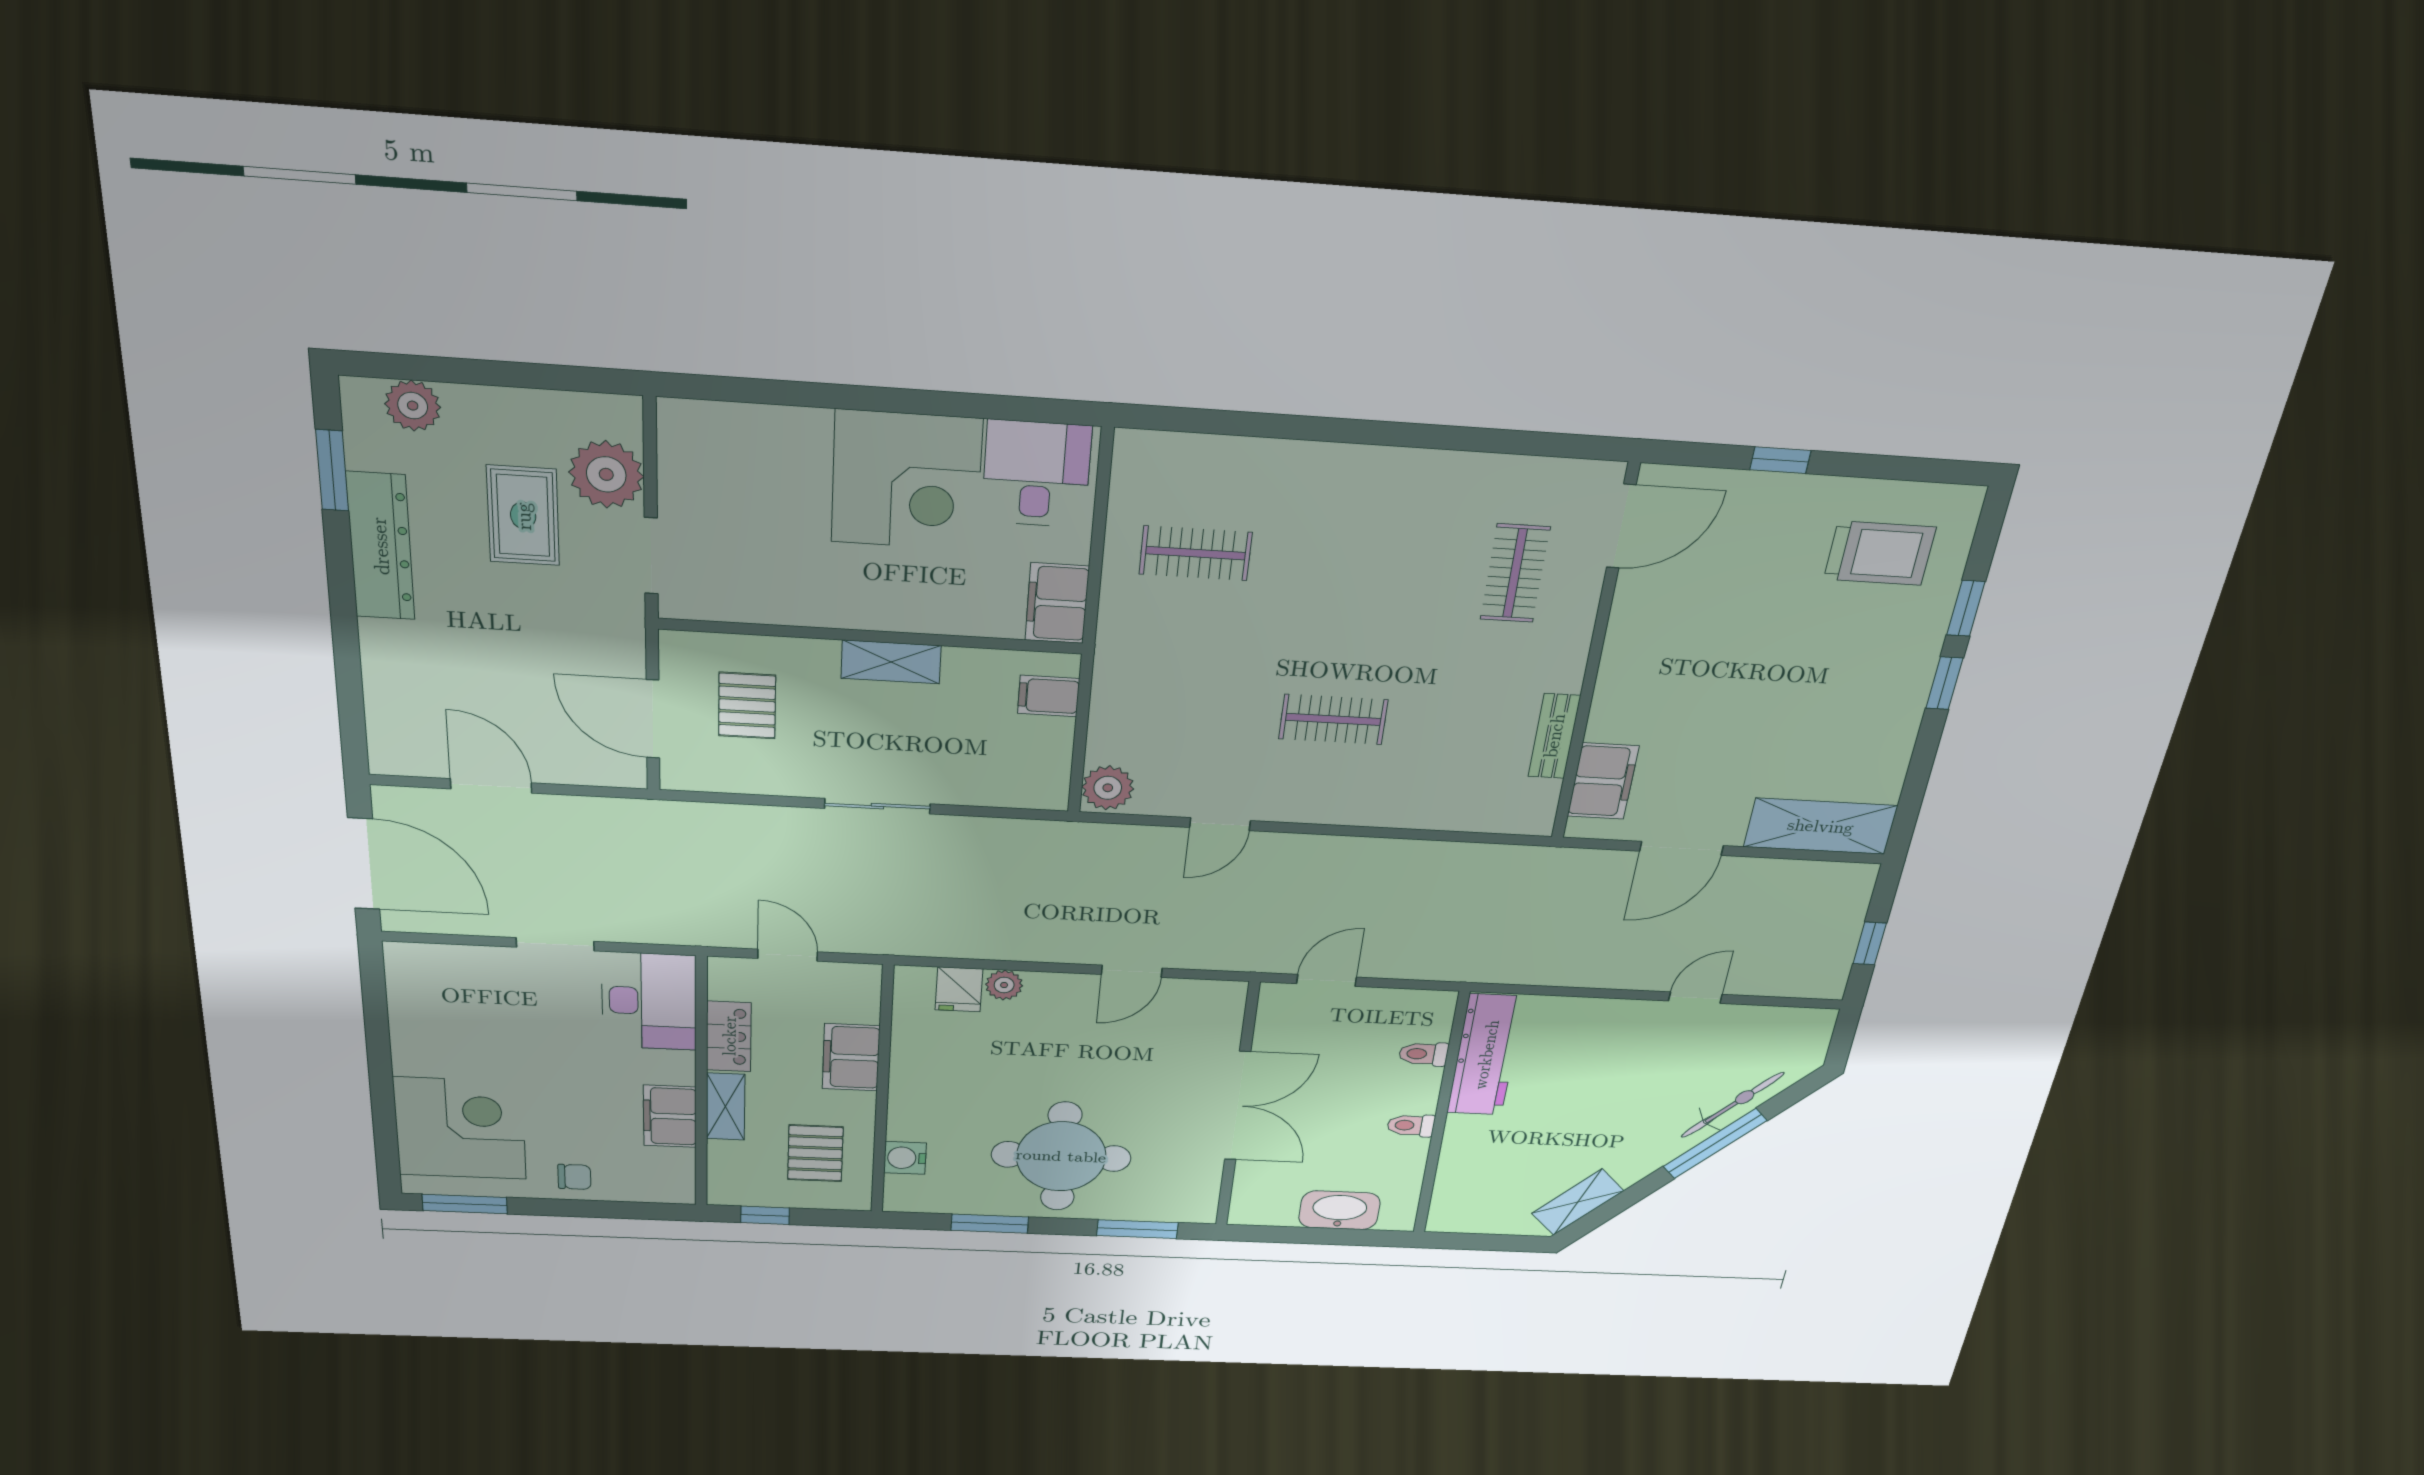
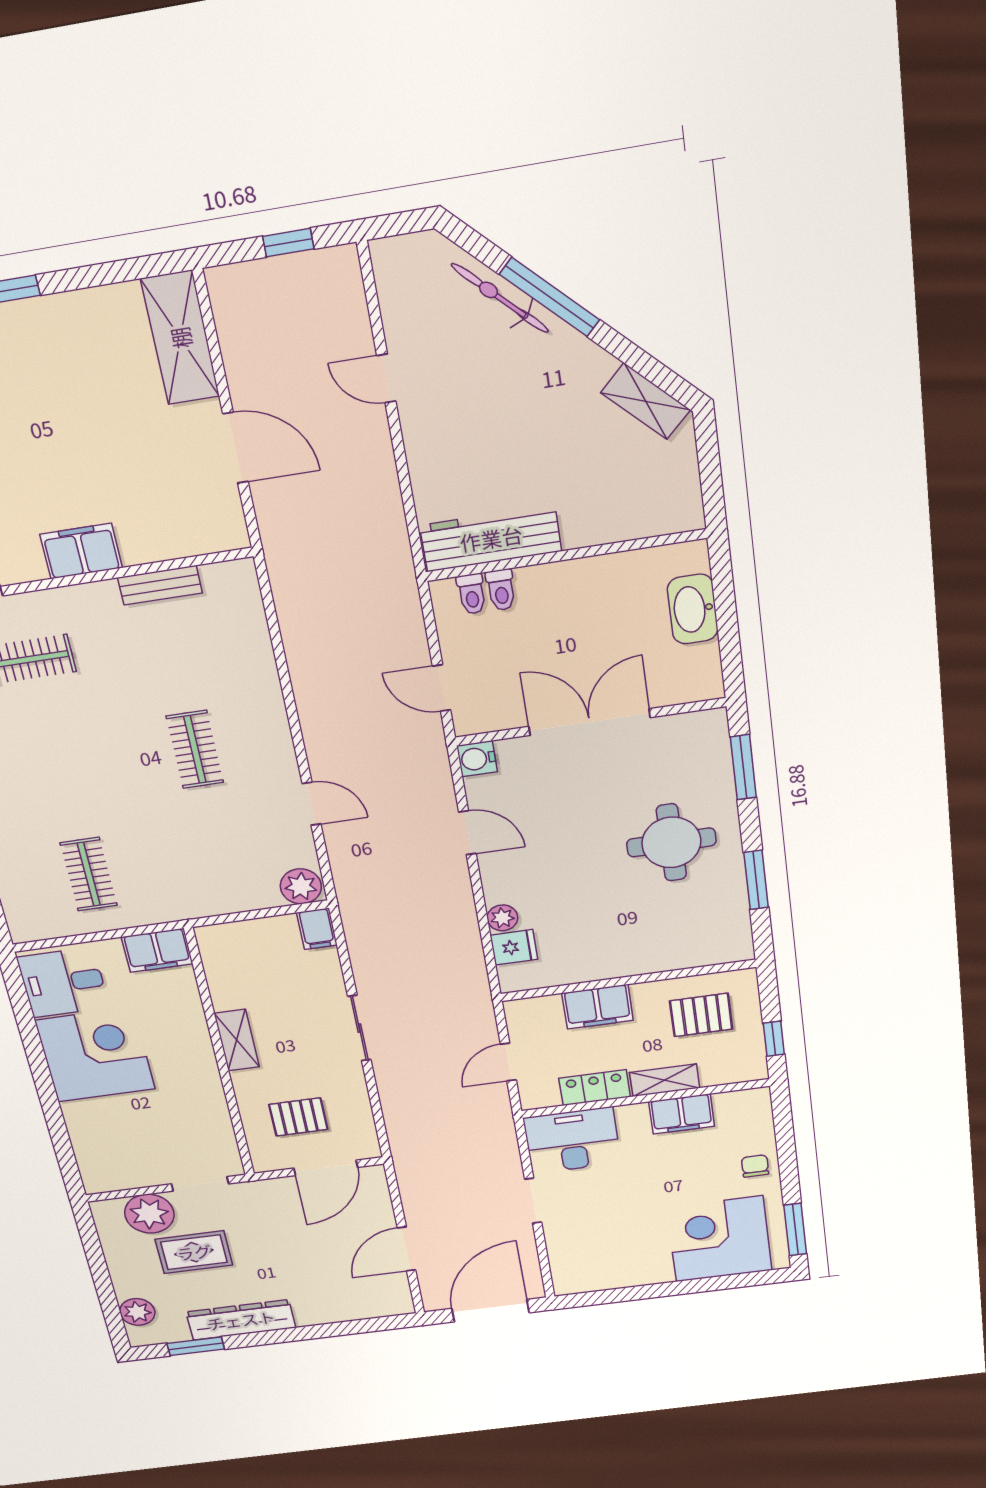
filing cabinet: (1049, 696) -> (317, 929), moved
filing cabinet: (1603, 781) -> (81, 551), moved
toilet: (1411, 1125) -> (472, 594), moved
round table: (1061, 1156) -> (671, 842), width x0.73, depth x0.73
water cooler: (905, 1158) -> (477, 759), moved, turned 90

